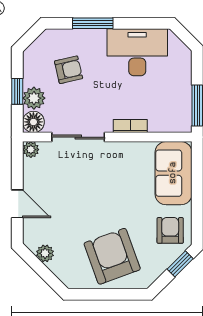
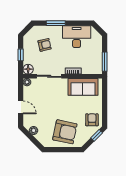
plant: (34, 98) -> (28, 58), removed
sofa: (173, 173) -> (83, 87), moved, turned -90
armchair: (112, 256) -> (65, 132), turned 122

